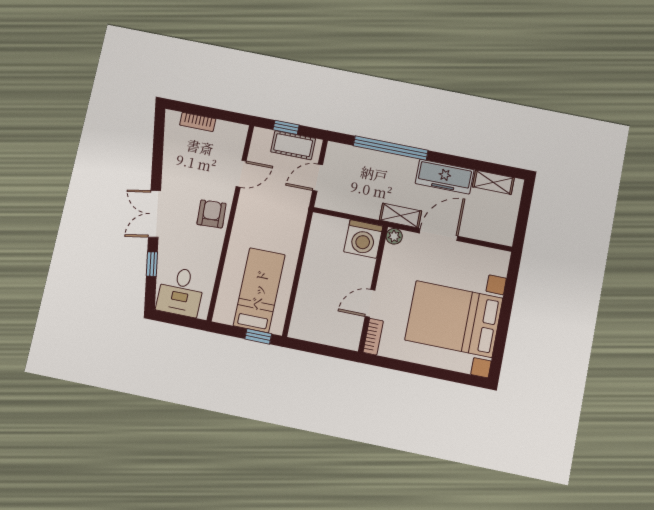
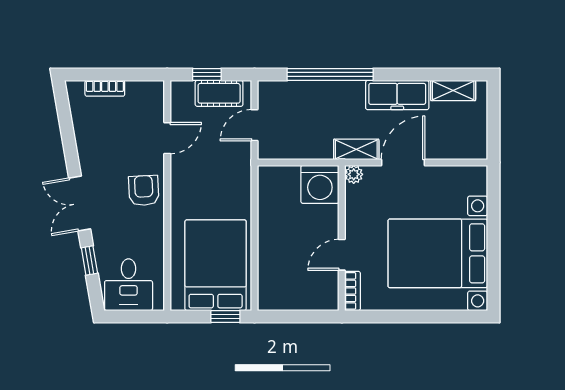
bed: (259, 290) -> (216, 265), width x1.50

